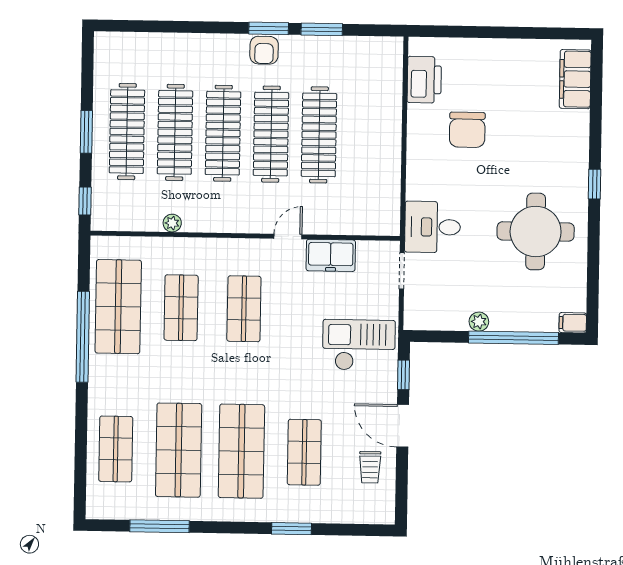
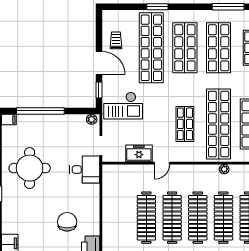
shop shelf: (181, 308) -> (219, 124), width x2.00, depth x1.36
plant: (479, 322) -> (92, 119), moved
shop shelf: (304, 452) -> (151, 48), width x2.00, depth x1.36

